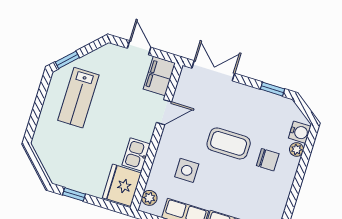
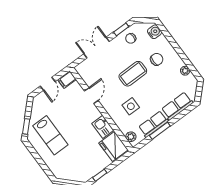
door: (139, 48) -> (48, 84), swing flipped
double door: (213, 71) -> (97, 48), moved
filing cabinet: (159, 76) -> (67, 80), width x0.50
chair: (270, 109) -> (131, 38), added
plant: (297, 149) -> (185, 71), moved

